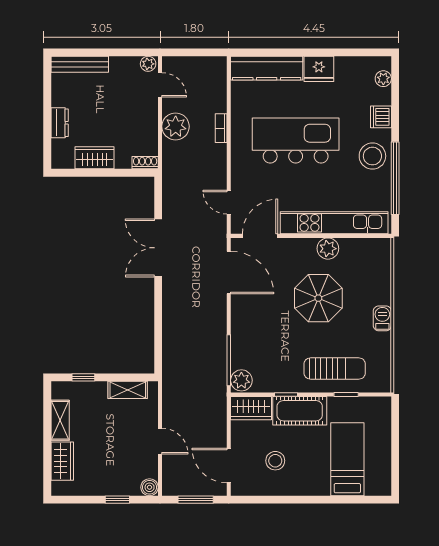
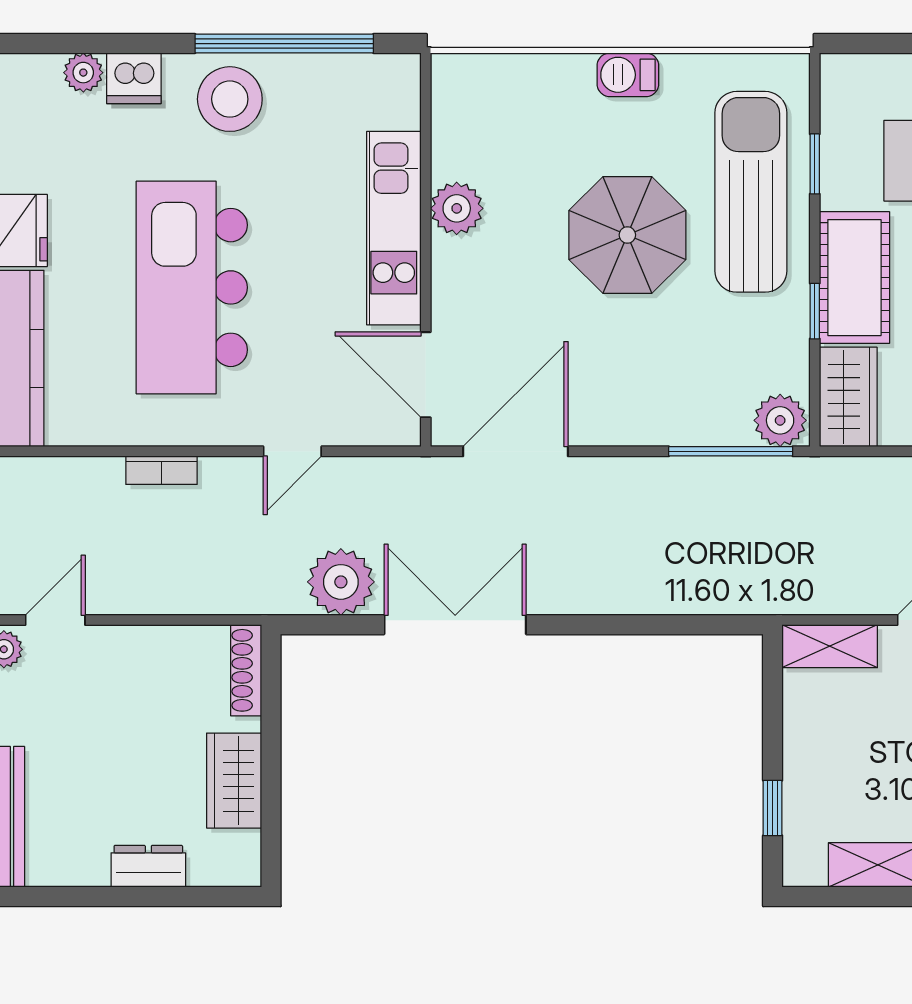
plant: (383, 79) -> (83, 73), moved
plant: (176, 126) -> (341, 582), moved
shoe rack: (145, 163) -> (246, 670), width x1.43
door: (229, 202) -> (292, 451), moved
kitchen unit: (334, 223) -> (394, 228), width x0.73
double door: (158, 248) -> (455, 625), swing flipped
parasol: (318, 298) -> (627, 235), moved
sun lounger: (335, 368) -> (751, 192), width x1.36, depth x1.34
shelving: (128, 390) -> (830, 646), moved, turned 90

